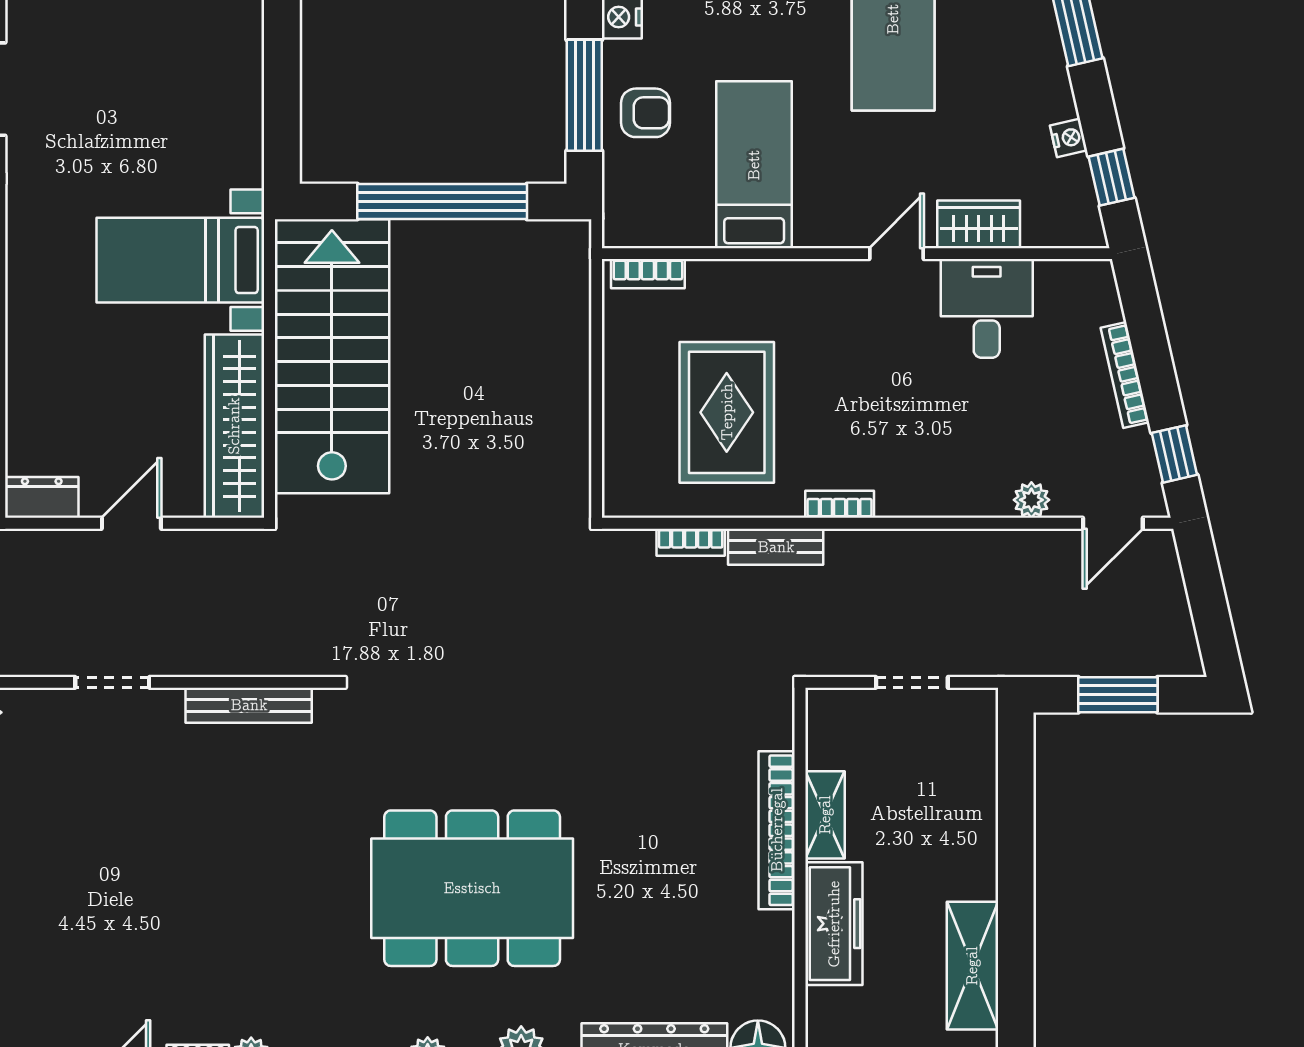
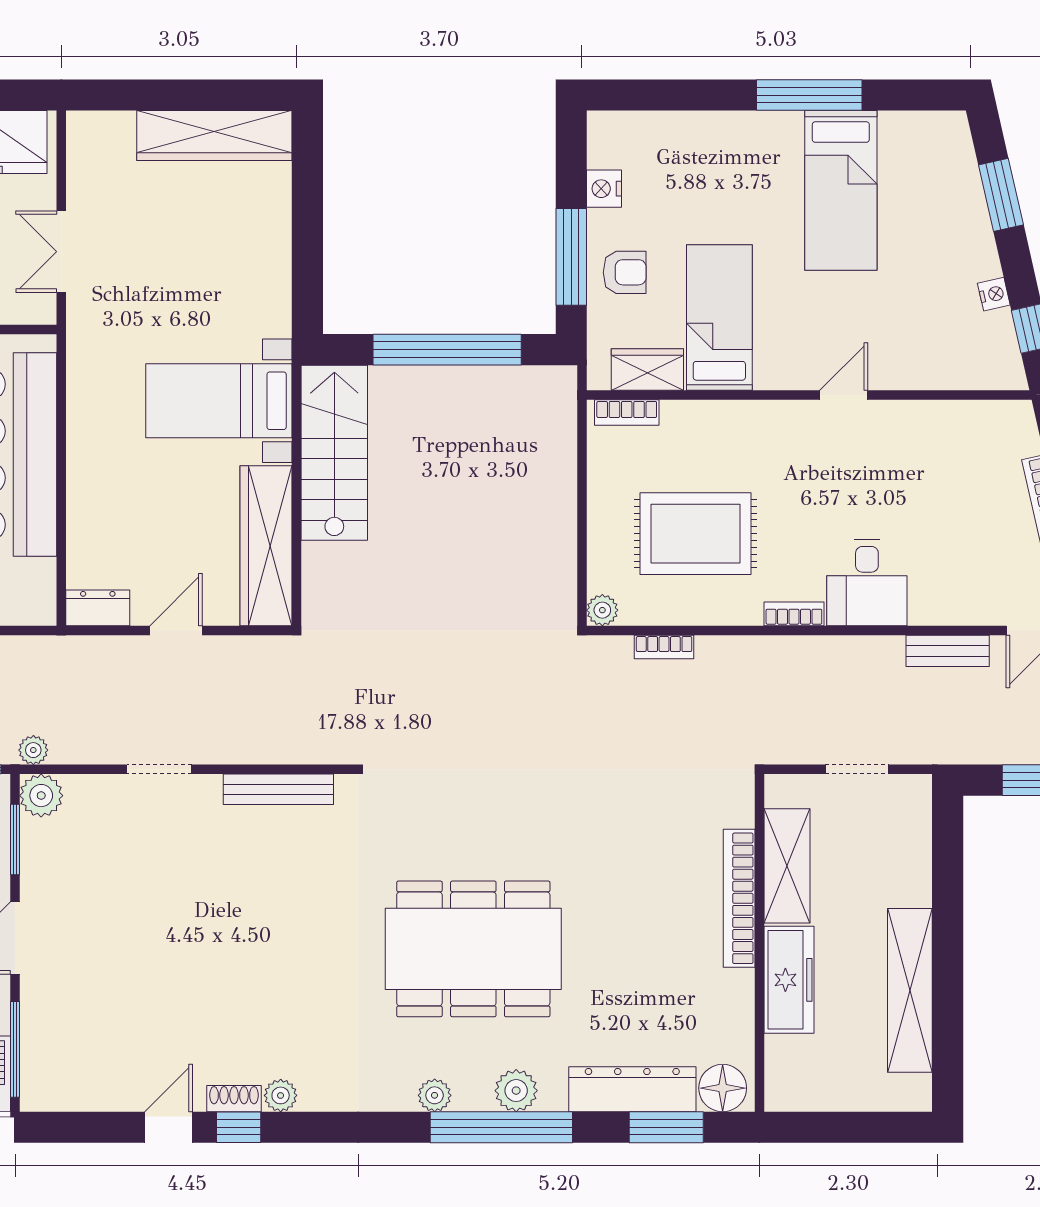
wardrobe: (979, 224) -> (647, 370), moved
desk: (987, 308) -> (867, 583), moved, turned 180
stairs: (332, 356) -> (334, 453), width x0.73, depth x0.66
rug: (727, 412) -> (695, 534), turned 90
plant: (1031, 500) -> (602, 610), moved
bench: (776, 547) -> (948, 651), moved
shelving: (825, 815) -> (787, 866), width x1.50, depth x1.33
shelving: (972, 966) -> (910, 990), width x1.47

